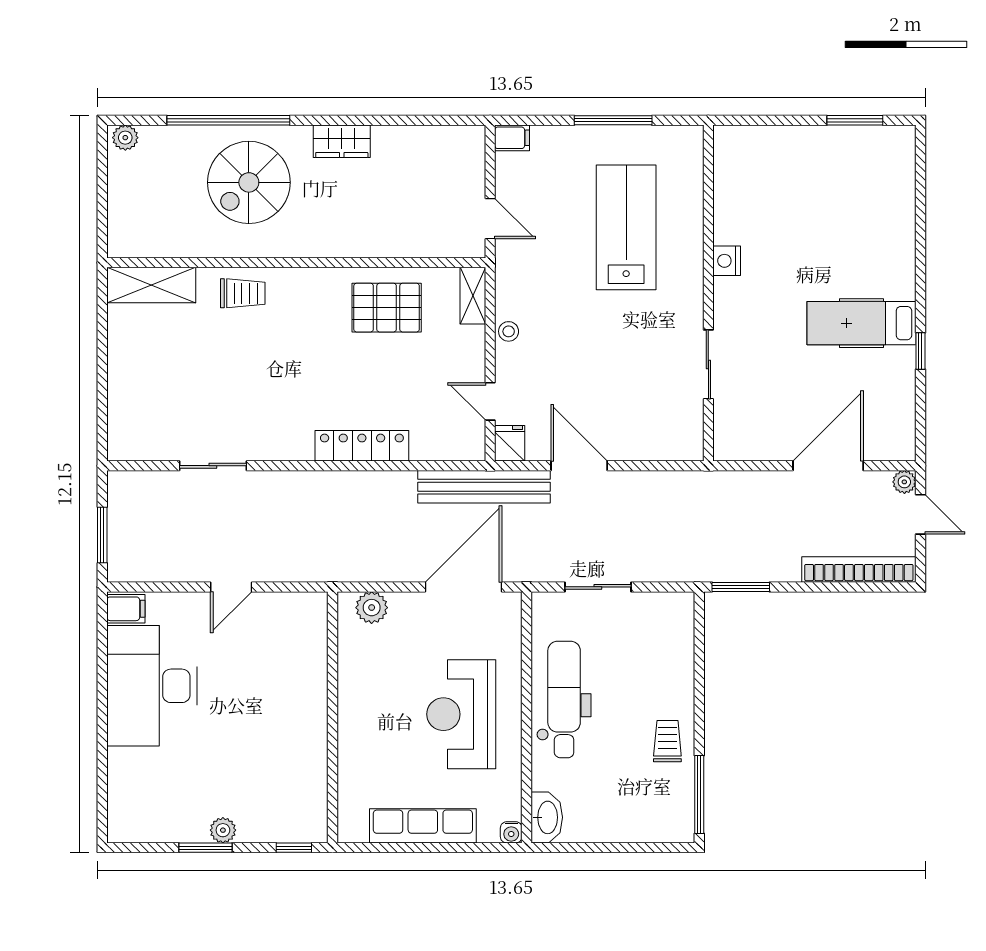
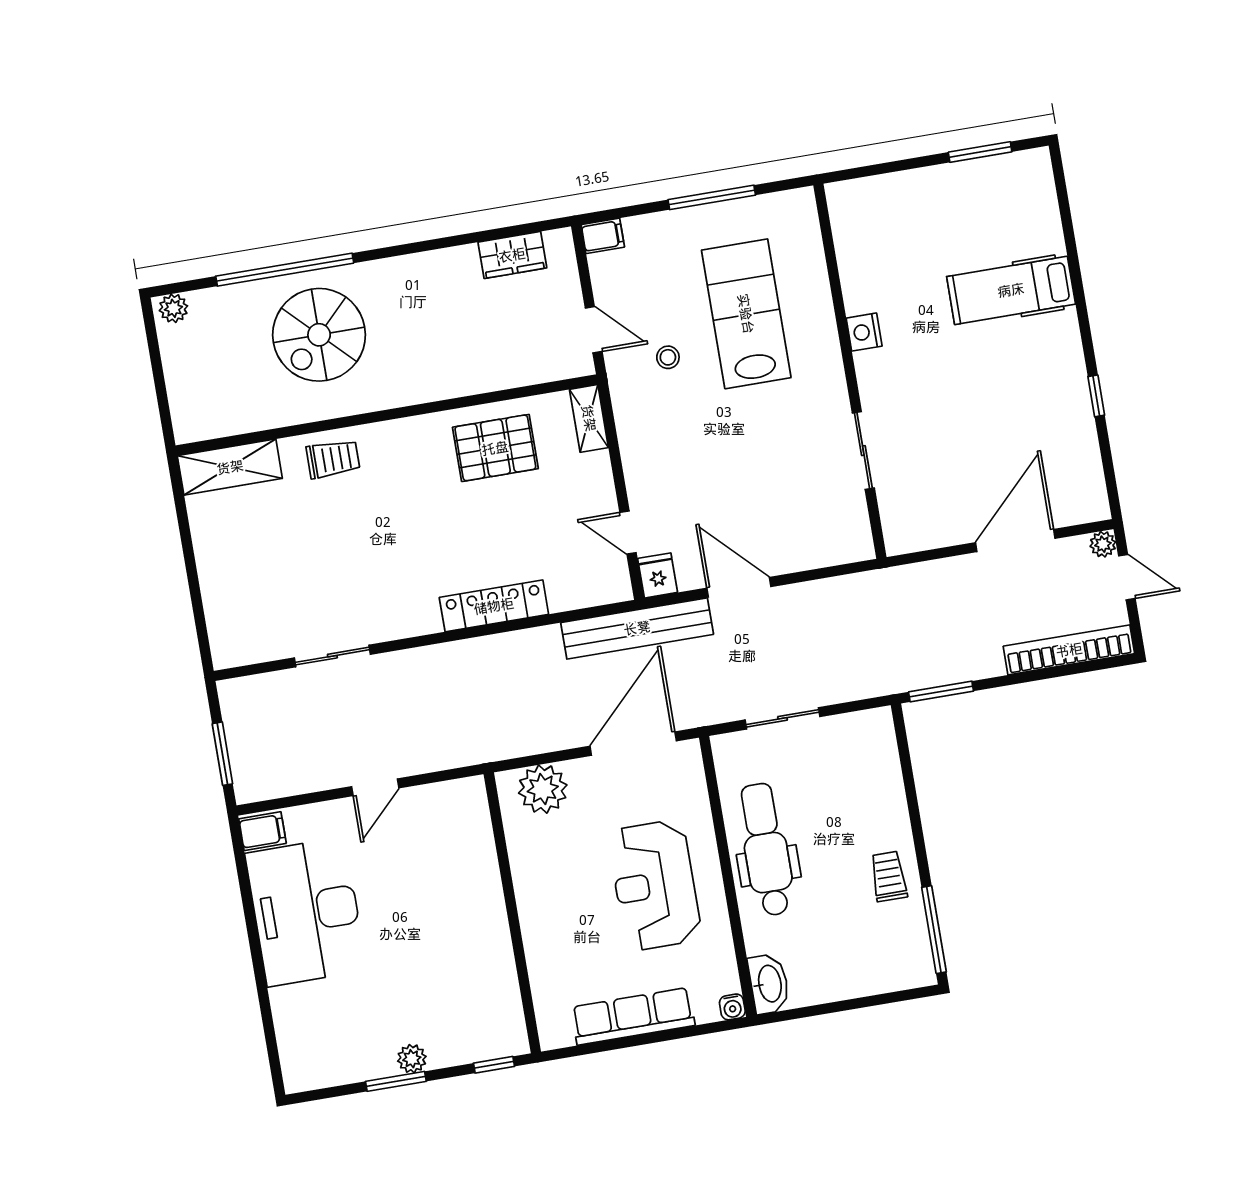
wardrobe: (342, 141) -> (512, 255), moved
hospital bed: (861, 323) -> (1011, 290), moved
stool: (509, 331) -> (668, 357), moved
plant: (372, 608) -> (543, 789), width x1.36, depth x1.36

